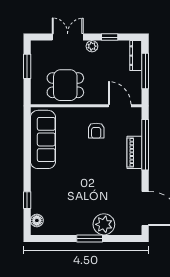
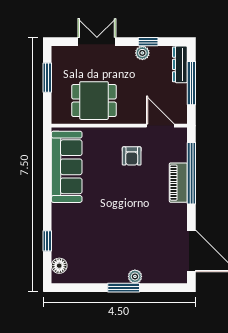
plant: (92, 46) -> (142, 53), moved
plant: (104, 224) -> (135, 276), width x0.53, depth x0.53

